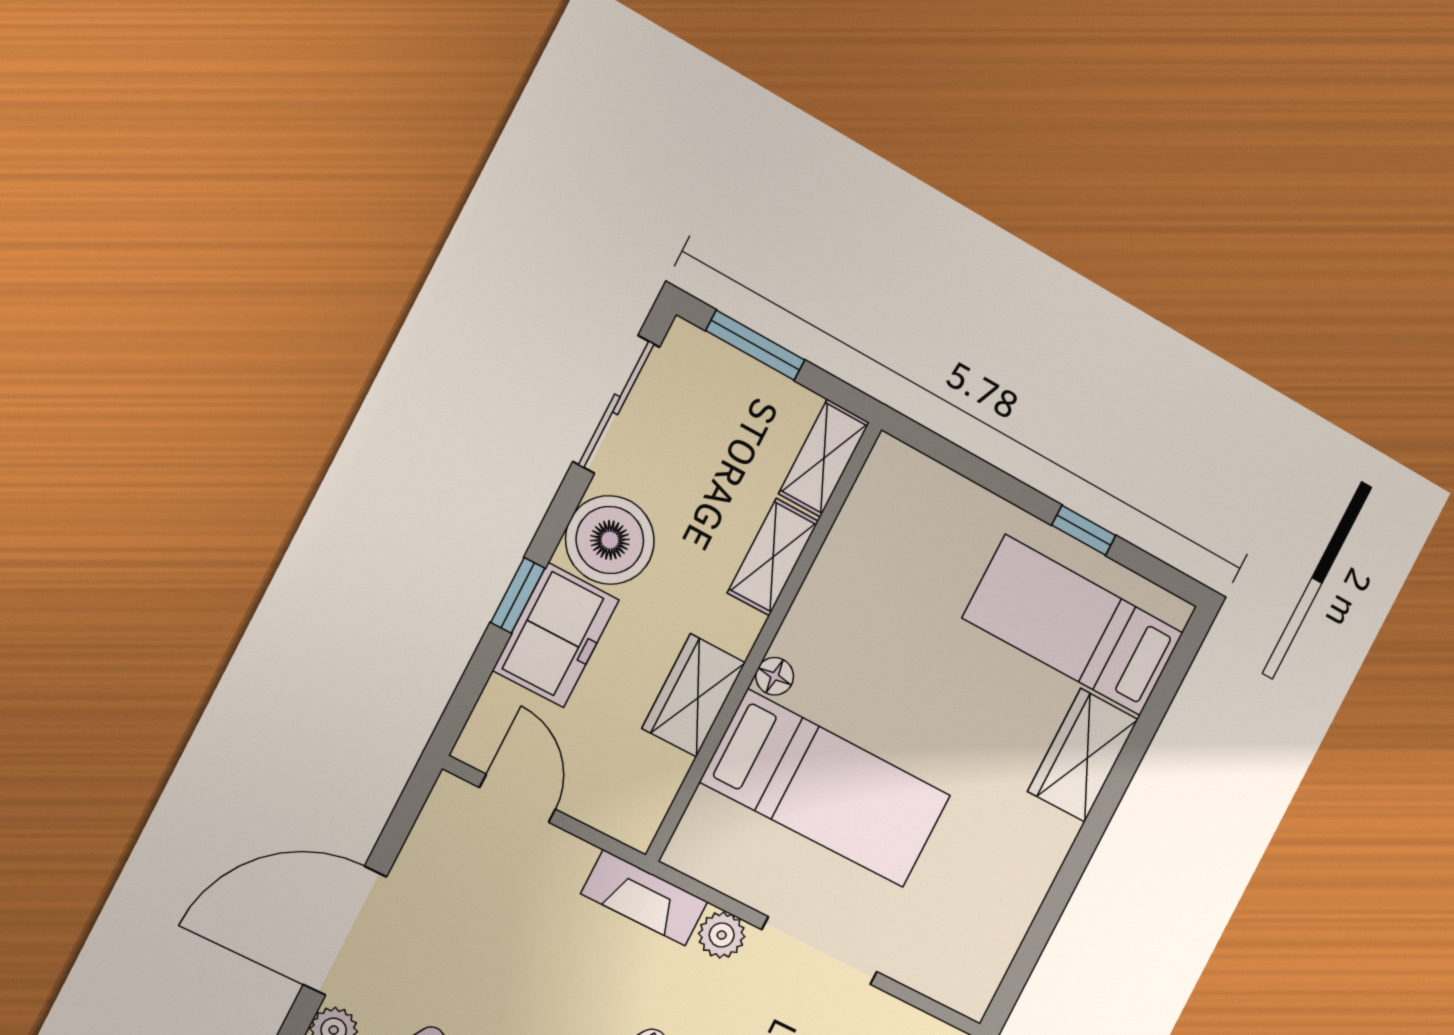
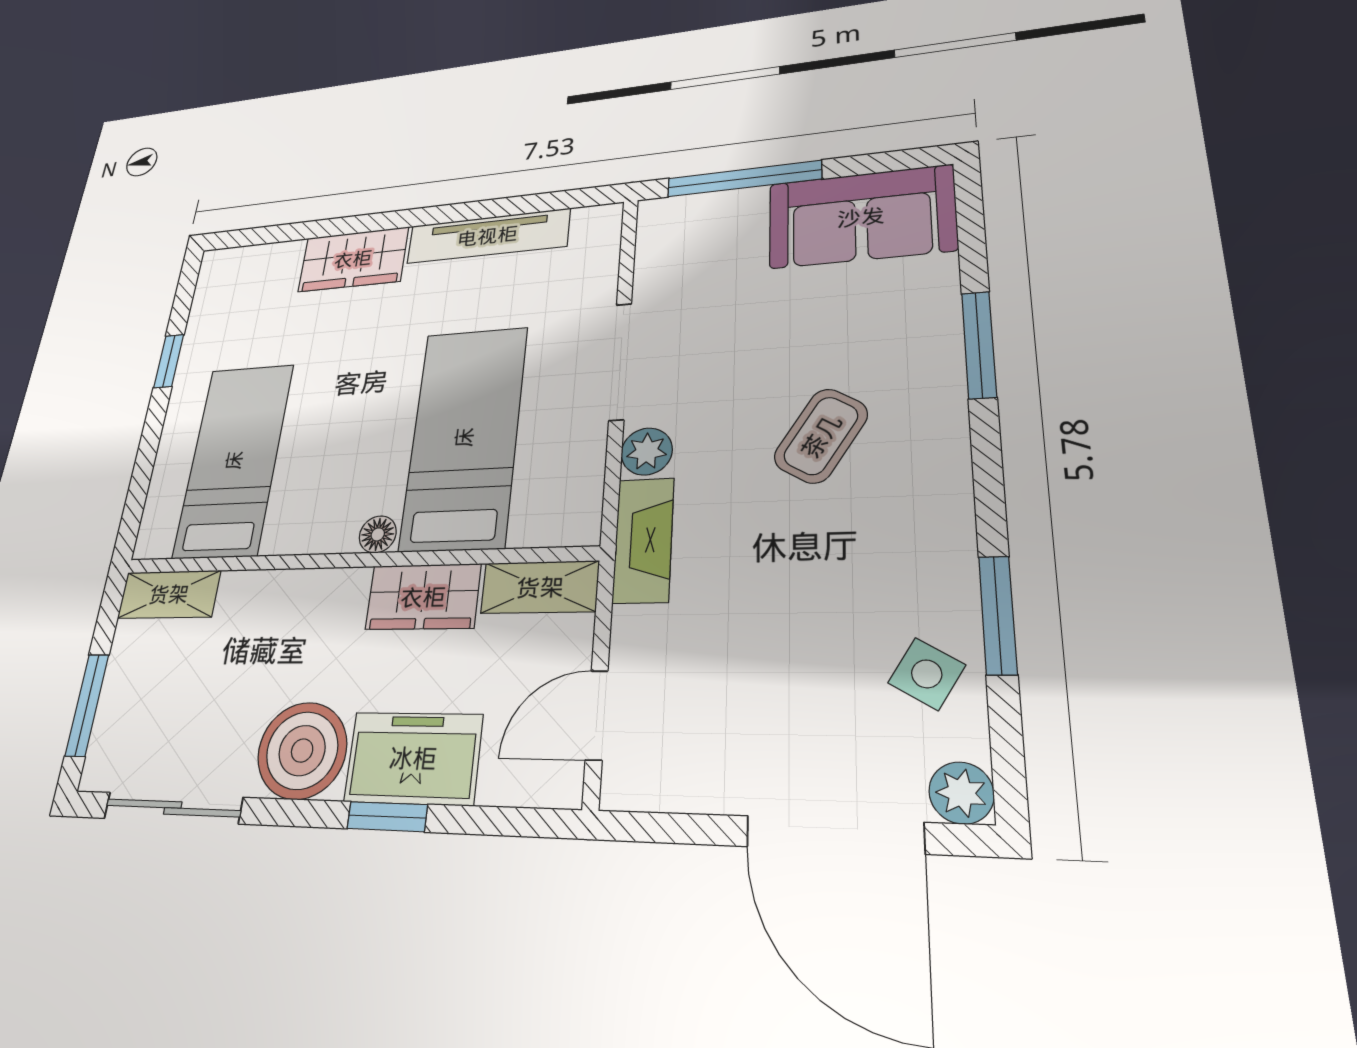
shelving: (773, 557) -> (540, 587), moved
bed: (1073, 626) -> (234, 460), moved, turned 180
tv unit: (1024, 891) -> (488, 236), added

